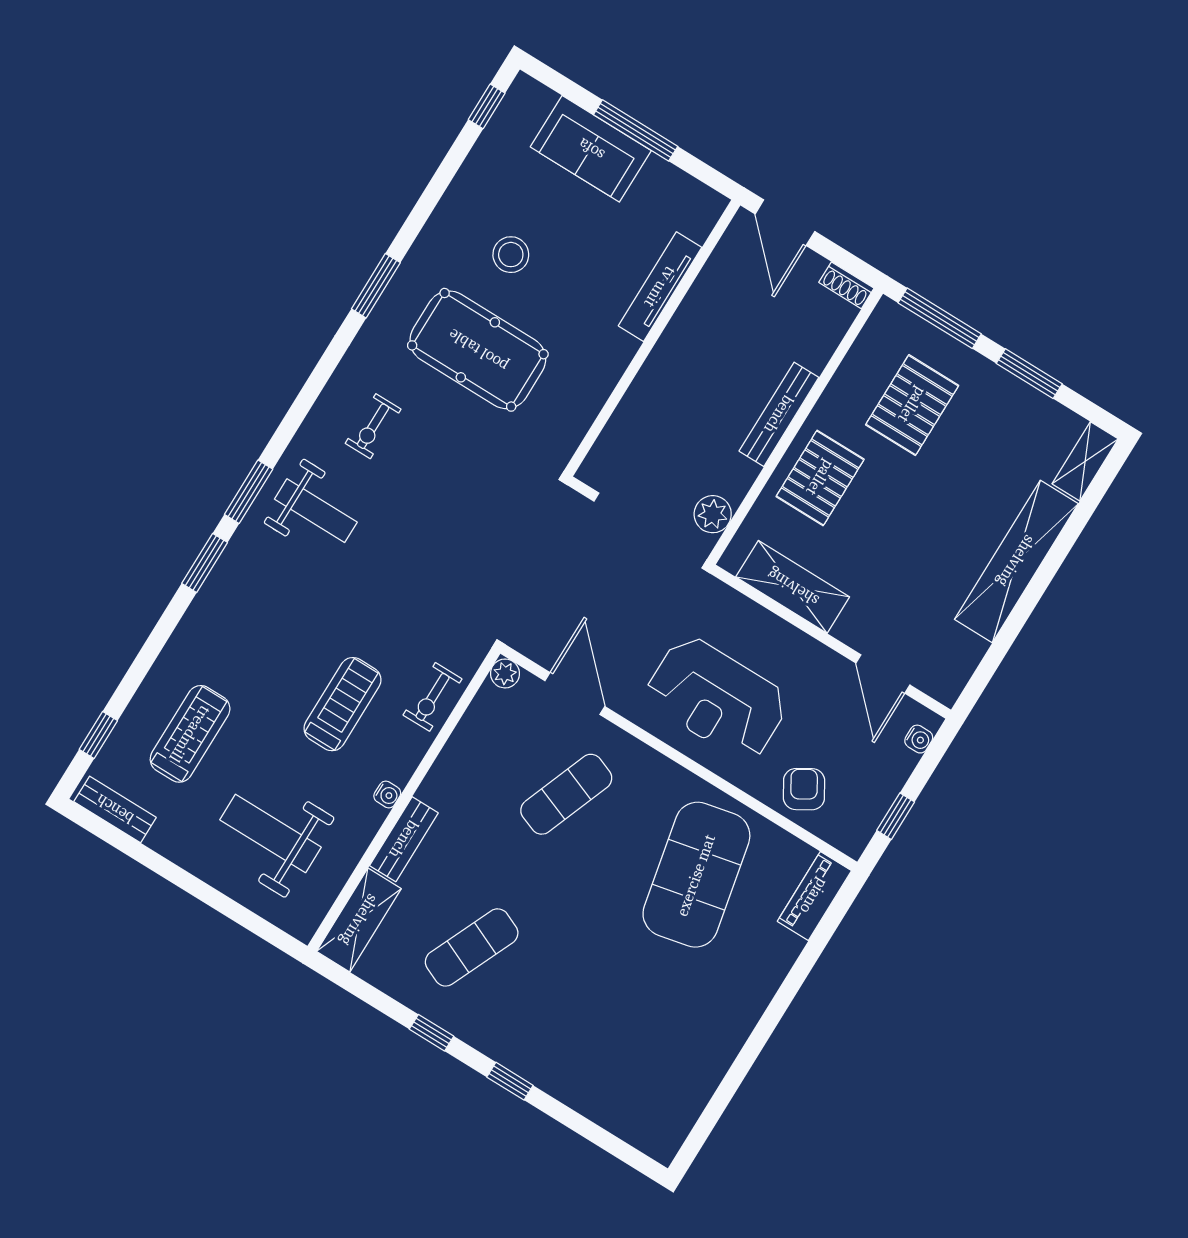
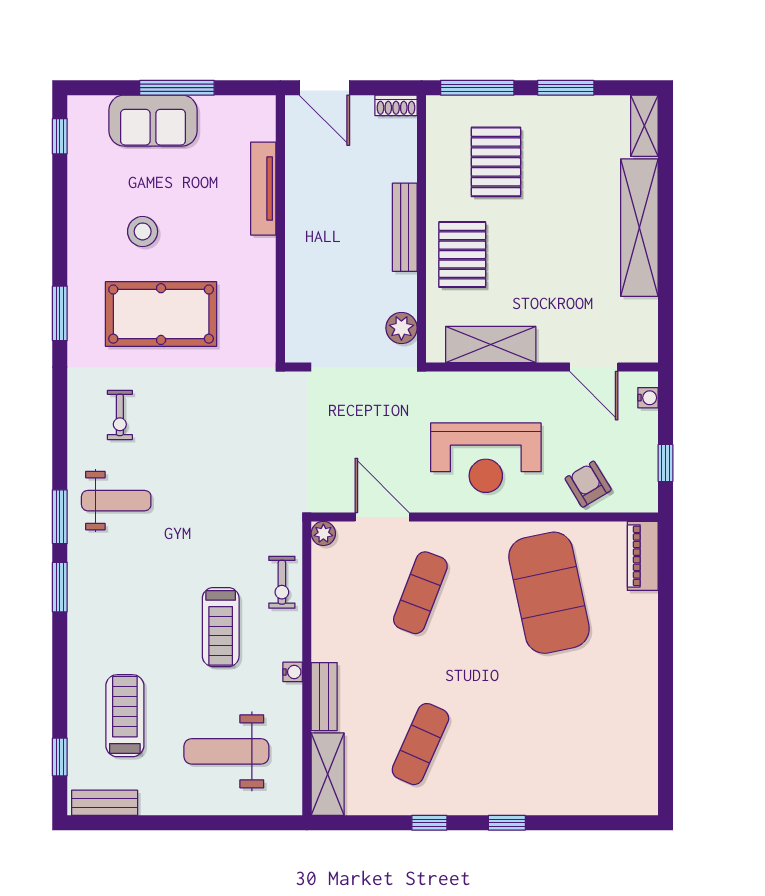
treadmill: (342, 704) -> (221, 627), turned 180

